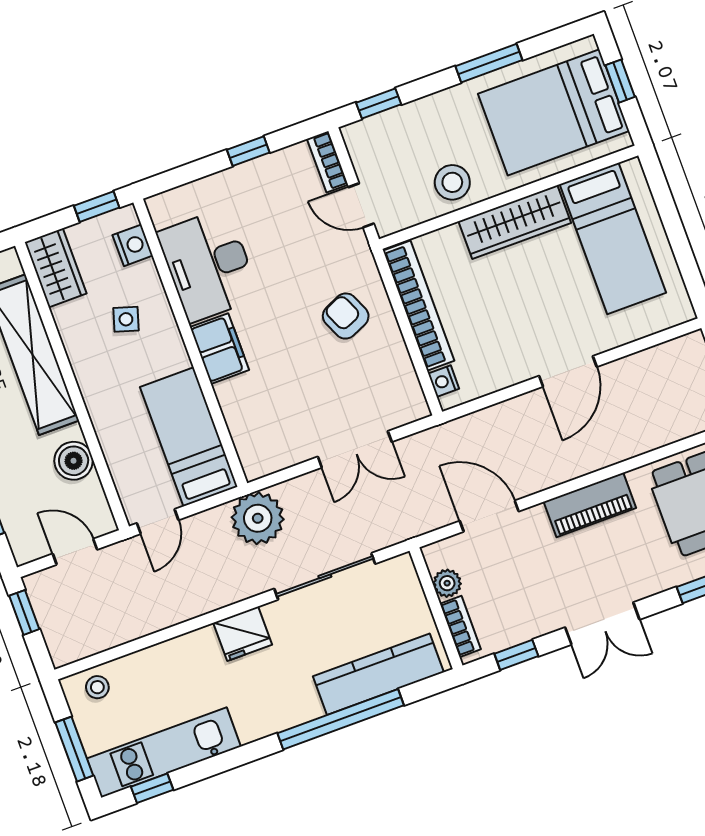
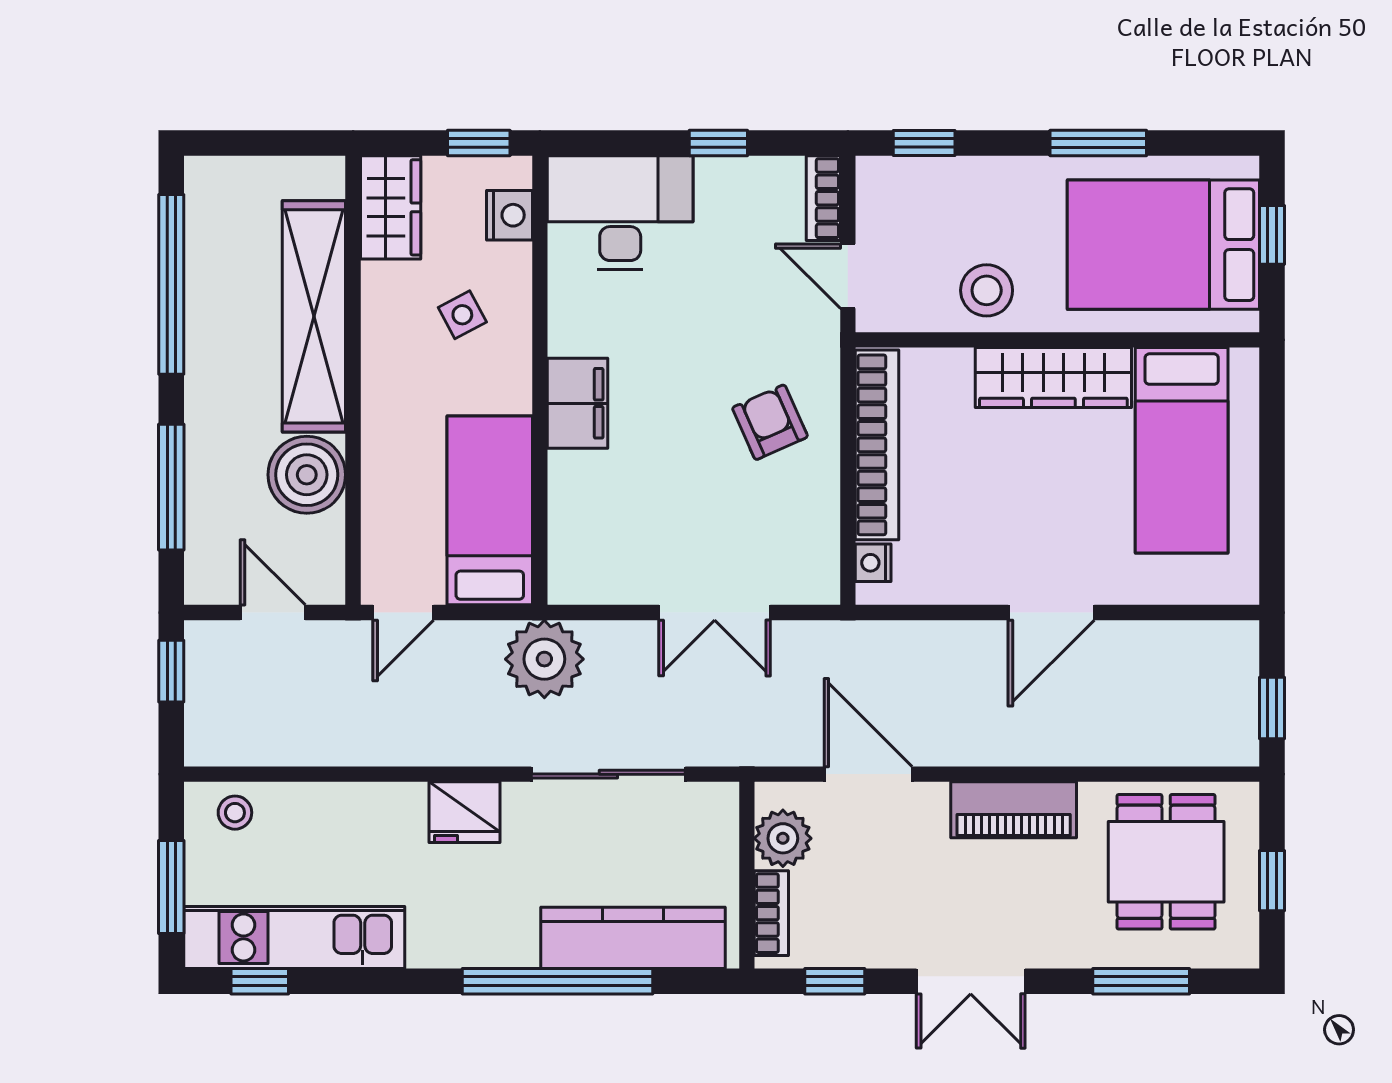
desk: (208, 265) -> (620, 213), moved, turned 90
side table: (126, 319) -> (462, 315), turned 45
boiler: (74, 461) -> (307, 475), width x1.37, depth x1.37
plant: (447, 583) -> (783, 838), width x1.38, depth x1.38

